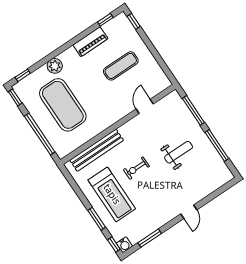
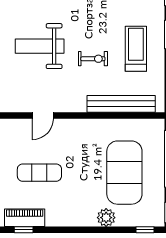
piano: (90, 42) -> (25, 218), moved
weight bench: (179, 152) -> (40, 46), width x1.36, depth x1.33
treadmill: (112, 194) -> (136, 49), width x0.73, depth x0.73

